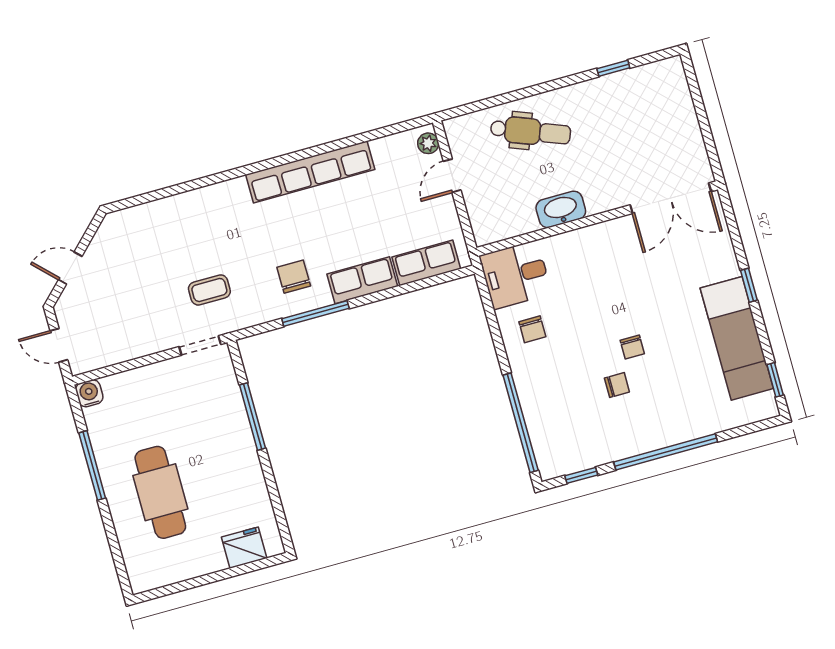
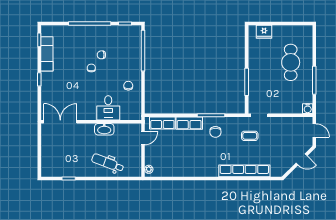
row of seats: (310, 172) -> (244, 171), moved
door: (452, 176) -> (143, 138), moved
desk: (515, 275) -> (108, 108), moved, turned 90
exam couch: (737, 338) -> (47, 54), width x0.73, depth x0.69

